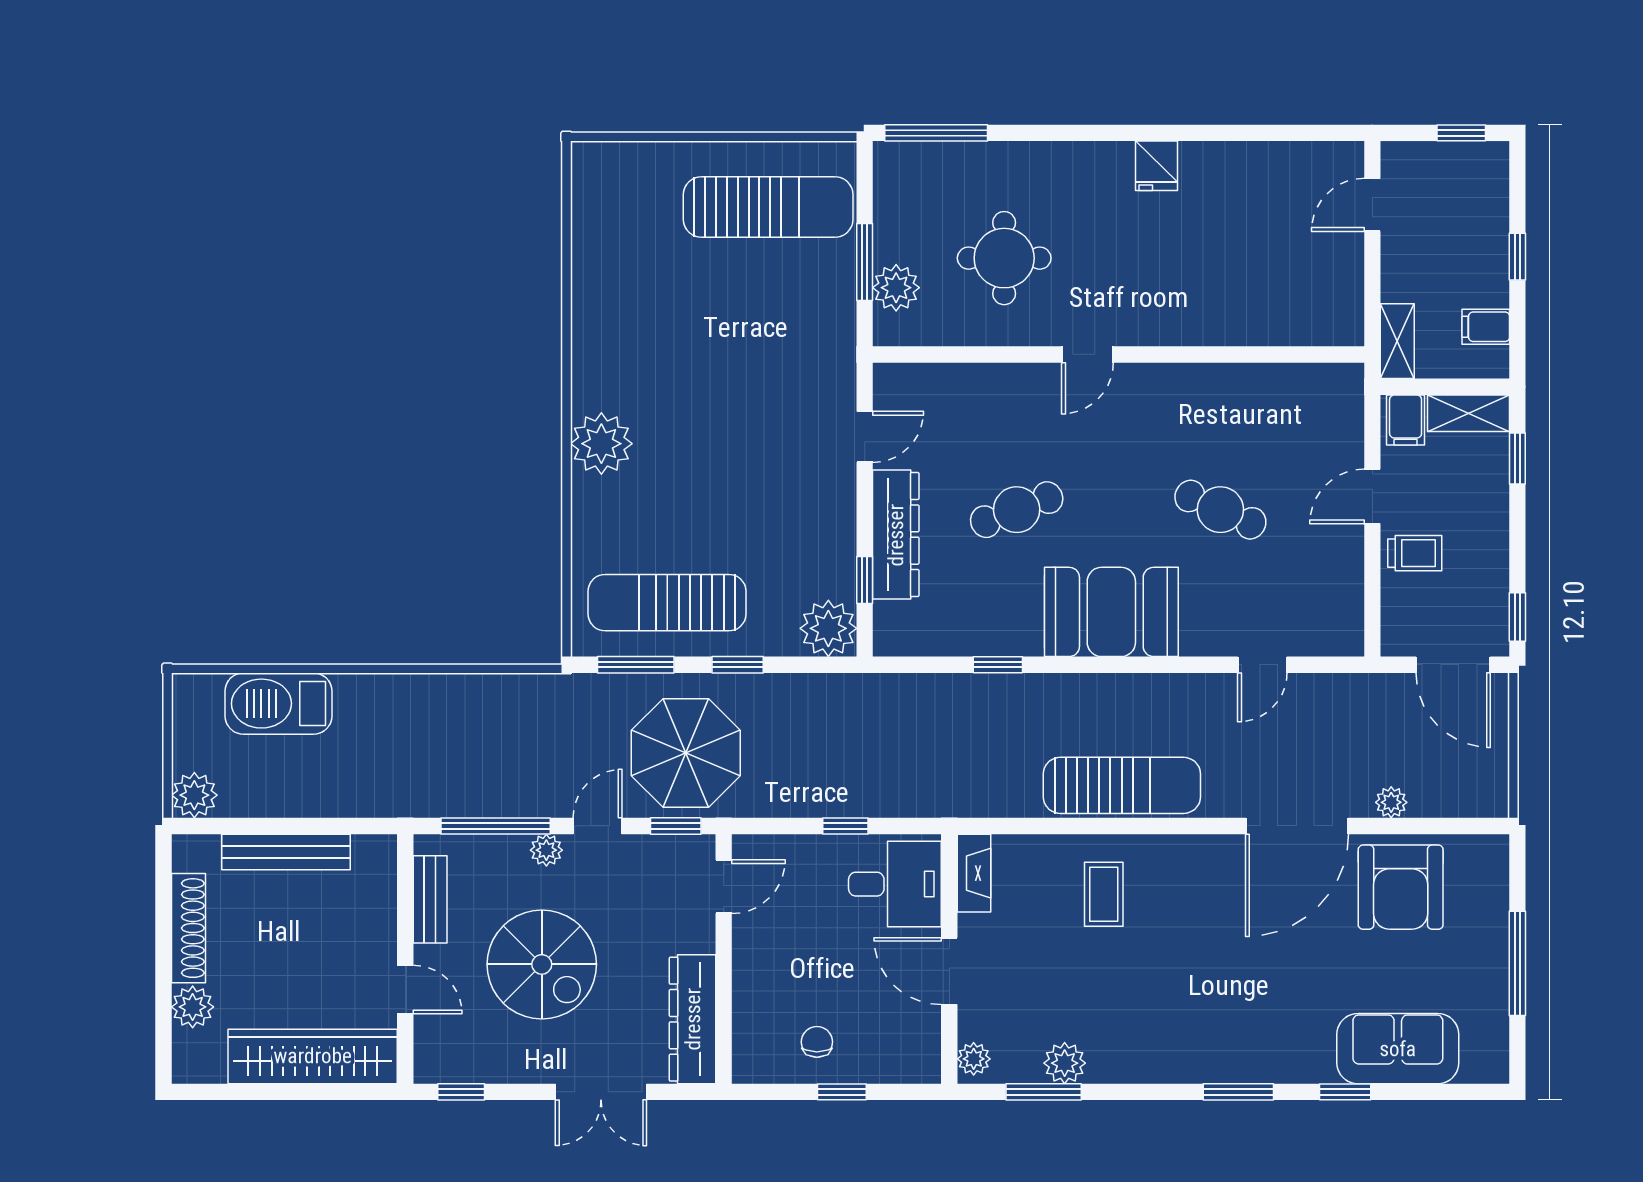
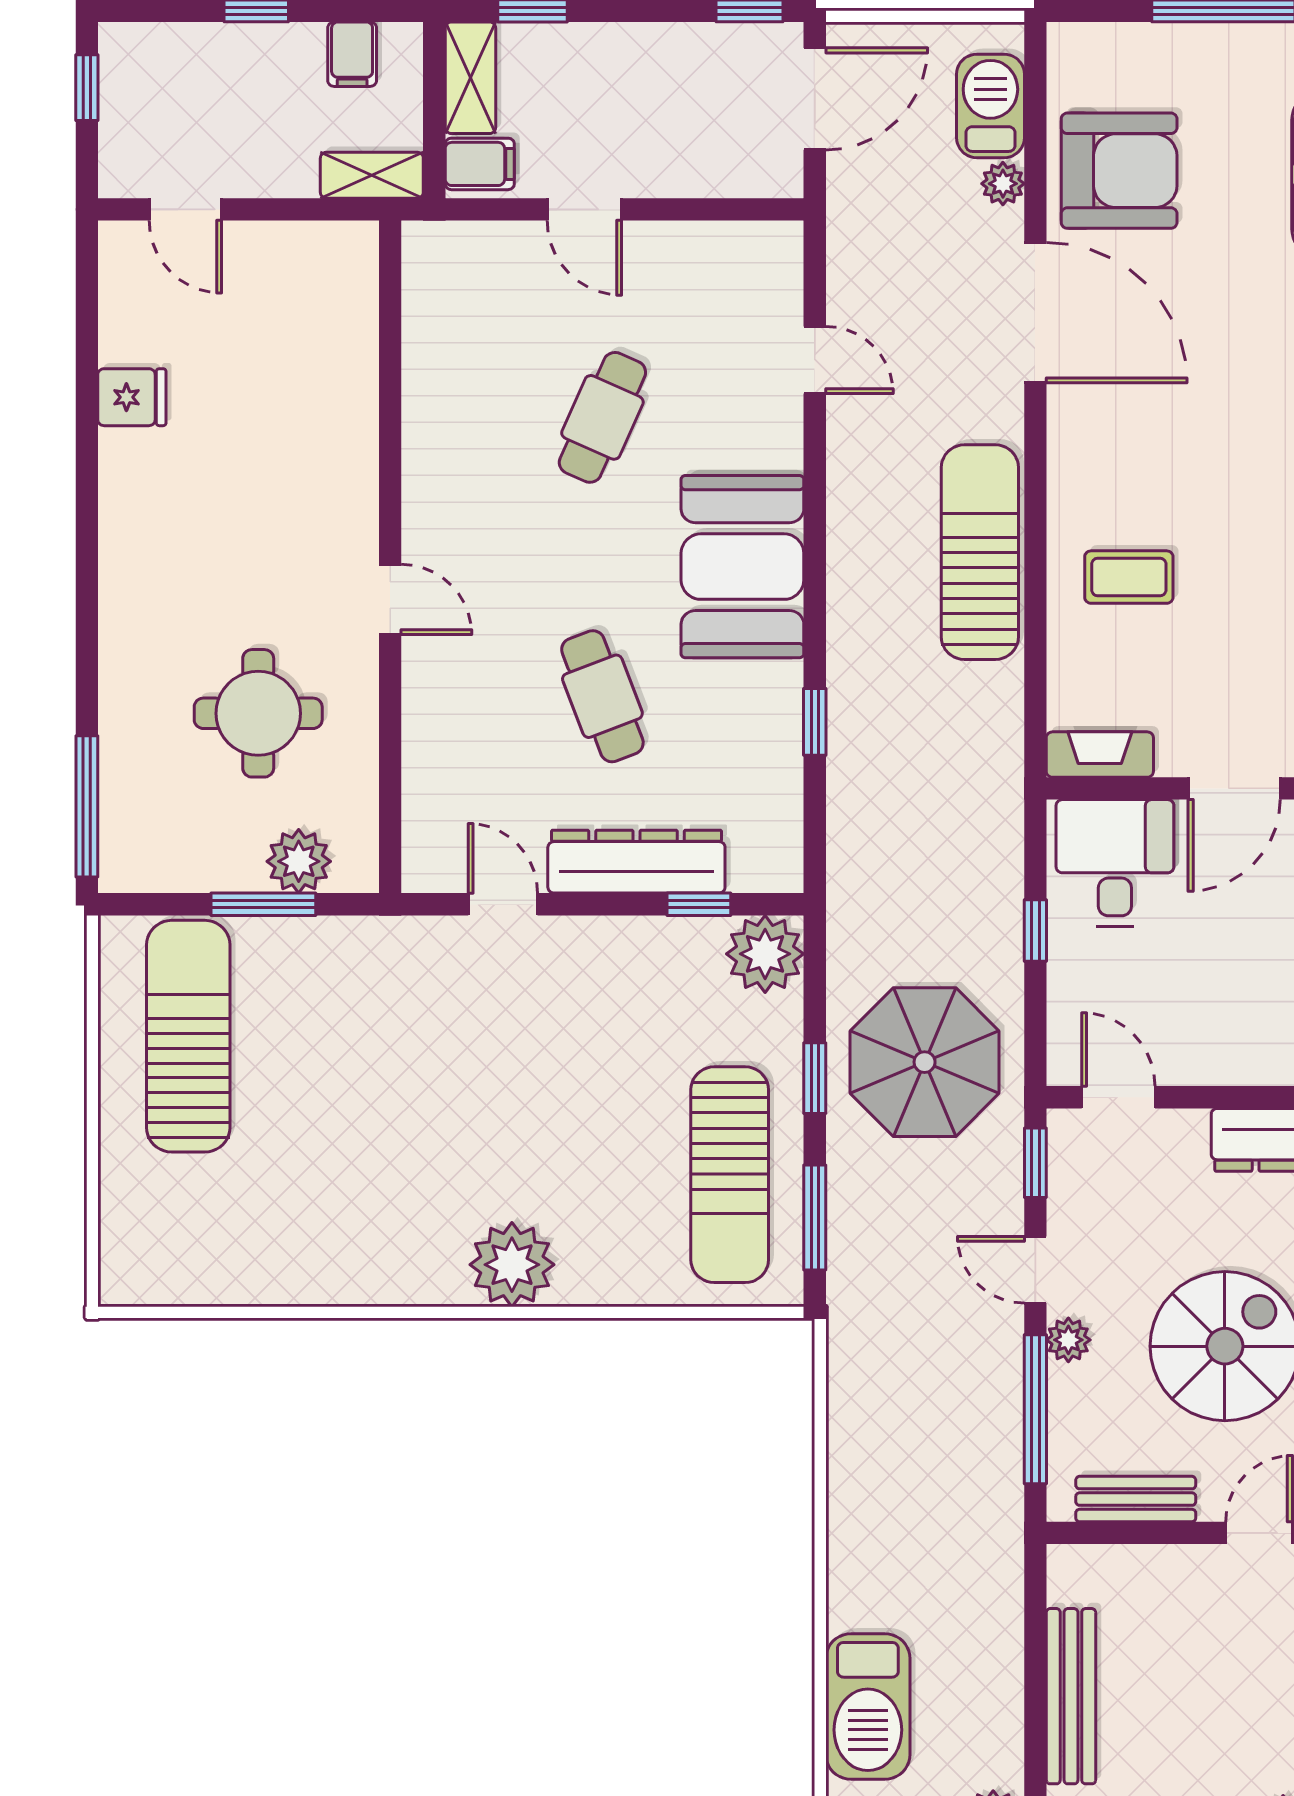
fridge: (1157, 166) -> (132, 397), moved
trolley: (1415, 553) -> (662, 151), removed
parasol: (686, 753) -> (925, 1062), moved
barbecue: (1448, 793) -> (990, 106), added

